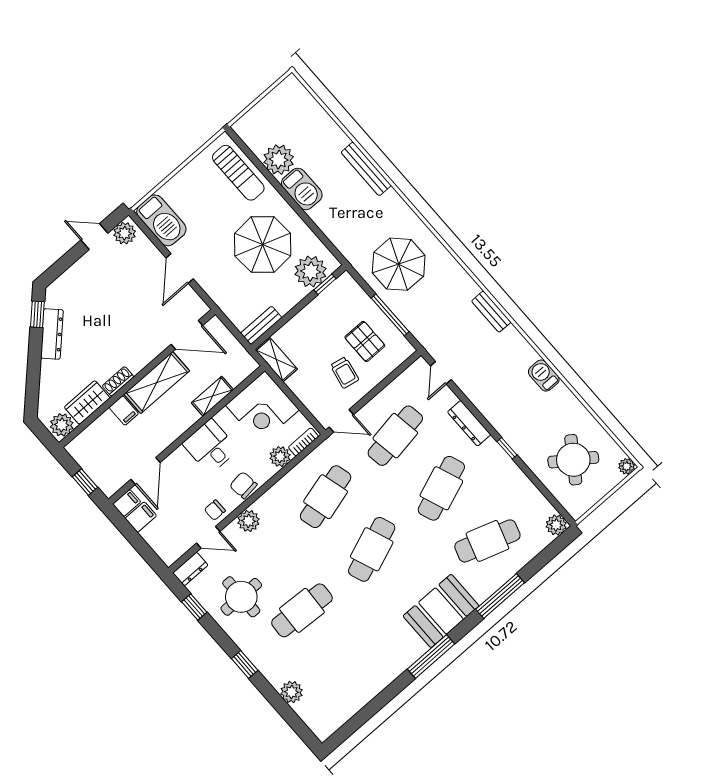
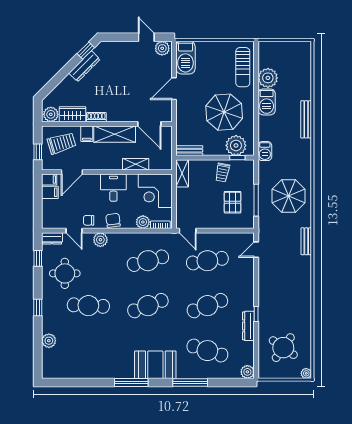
parasol: (399, 264) -> (288, 196), moved
trolley: (344, 373) -> (222, 172), moved
barbecue: (544, 376) -> (265, 151), moved, turned 180
dresser: (469, 423) -> (248, 326), moved
trolley: (104, 448) -> (62, 143), added

